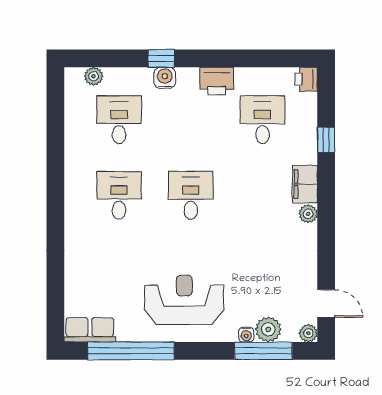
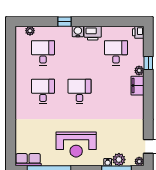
water cooler: (165, 78) -> (78, 31), moved
plant: (308, 214) -> (139, 71), moved
reception desk: (184, 300) -> (76, 145), turned 180

